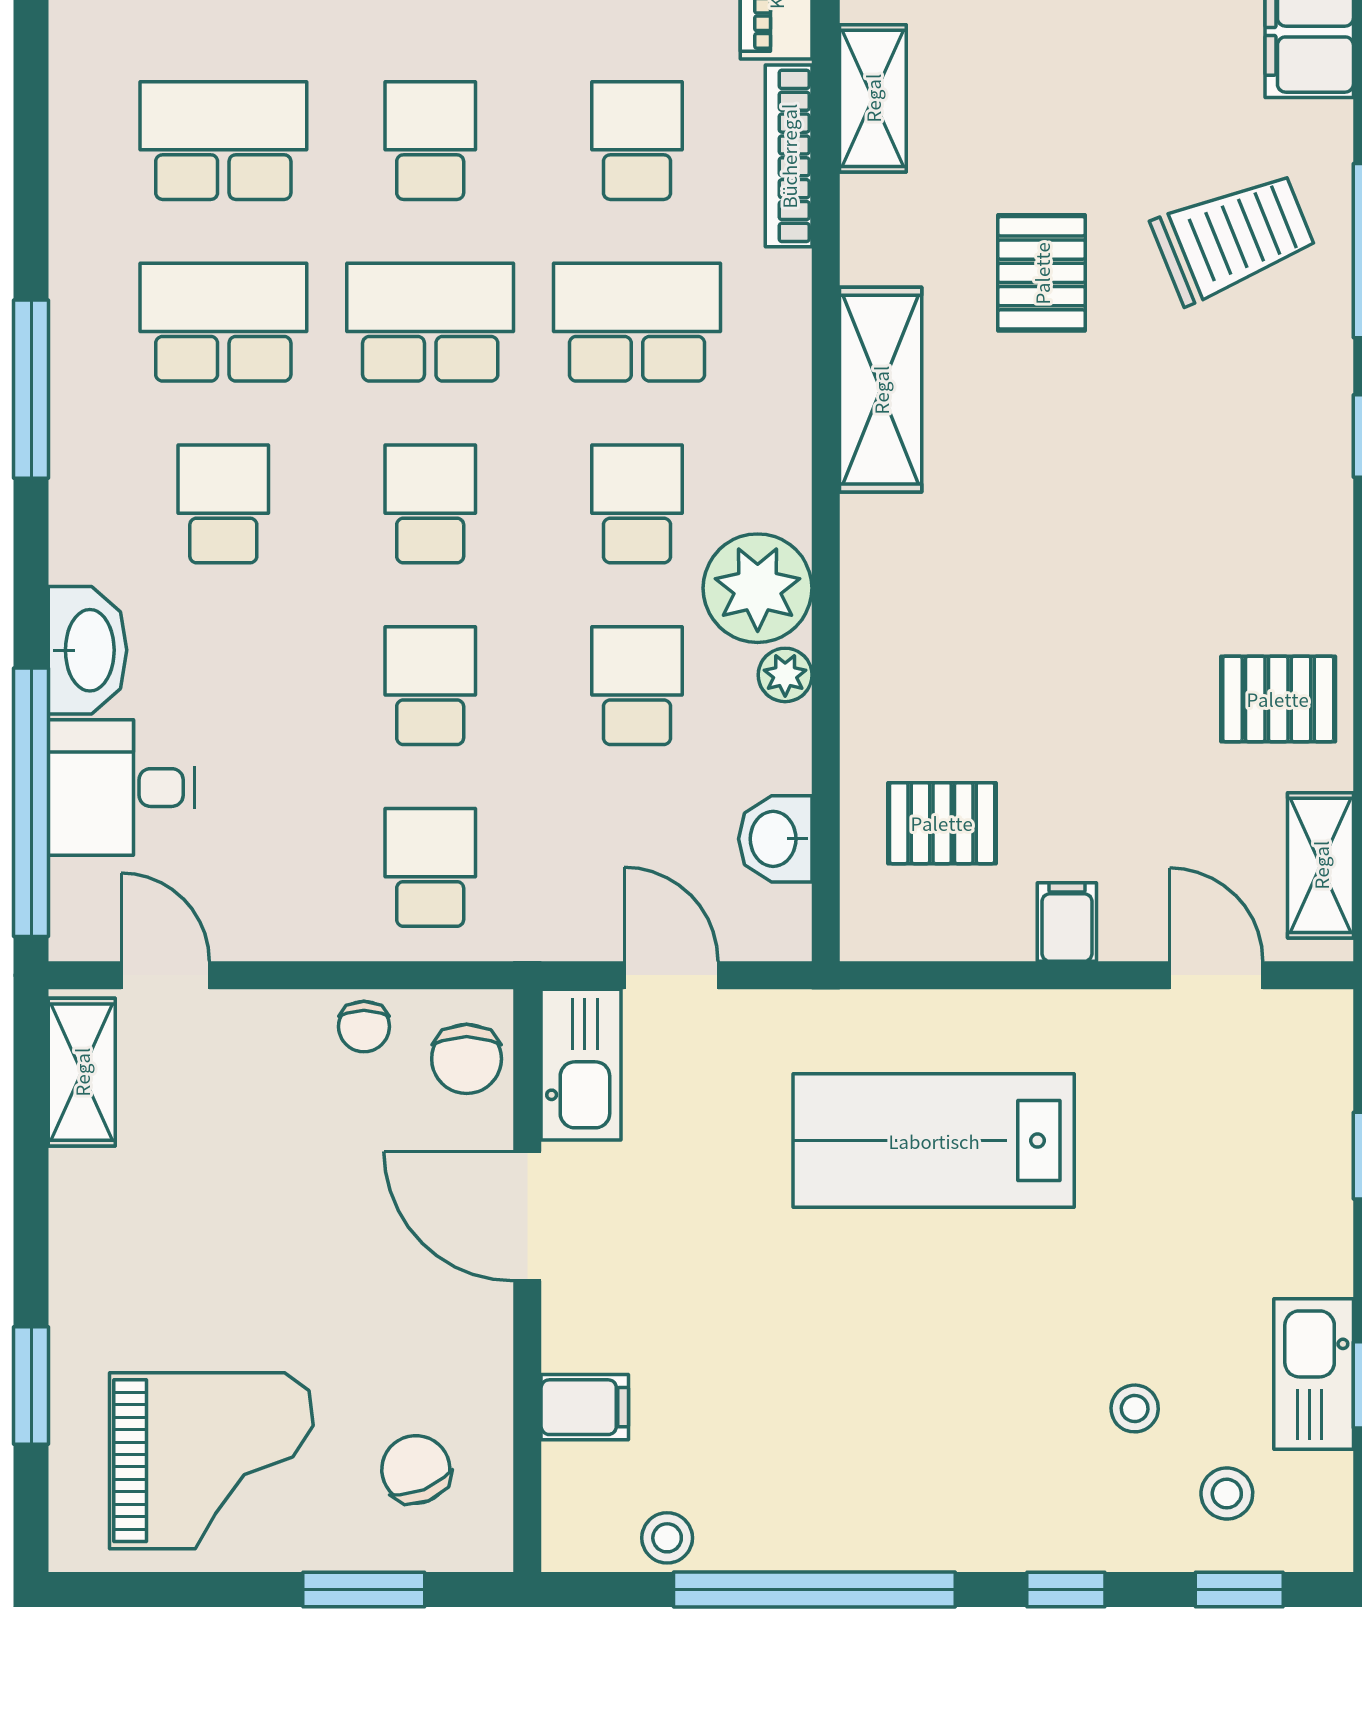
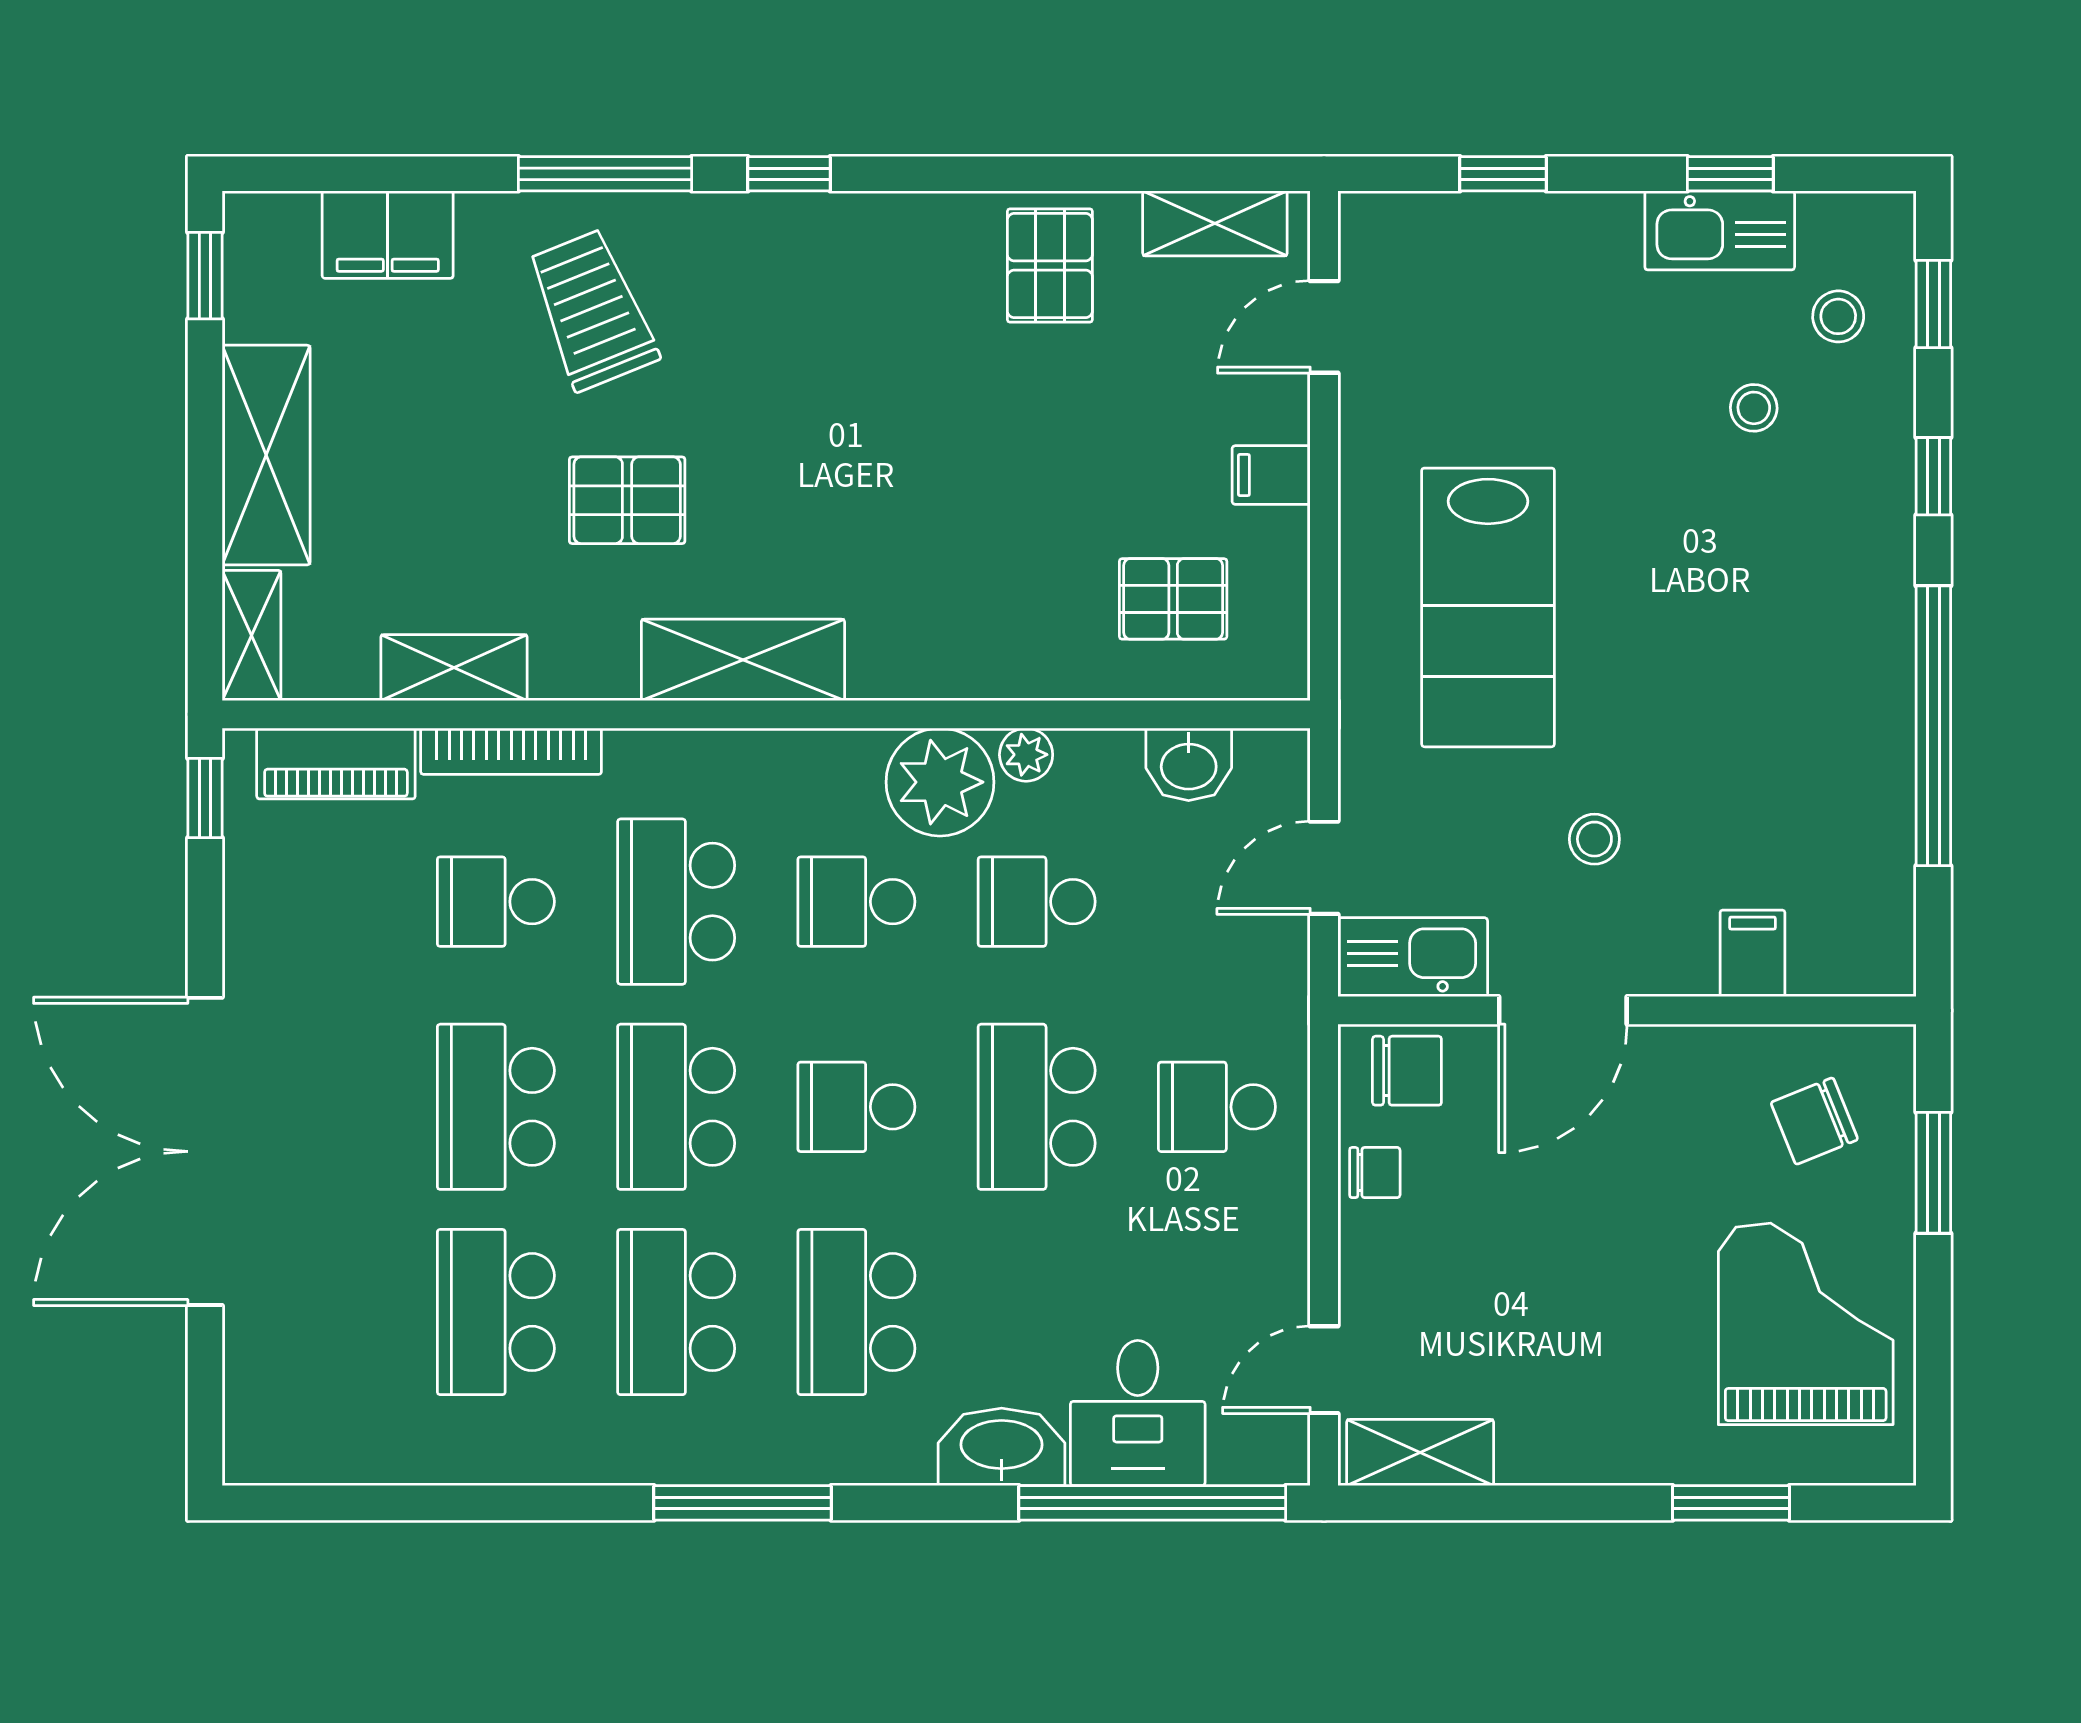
school desk: (430, 141) -> (496, 1107), width x1.85
school desk: (223, 504) -> (856, 1312), width x1.85
school desk: (430, 686) -> (1037, 1107), width x1.85
pallet: (942, 823) -> (1173, 599), turned 90
stool: (667, 1538) -> (1594, 839), moved

